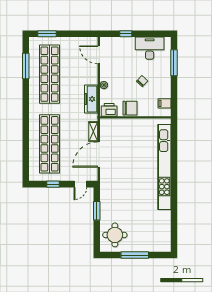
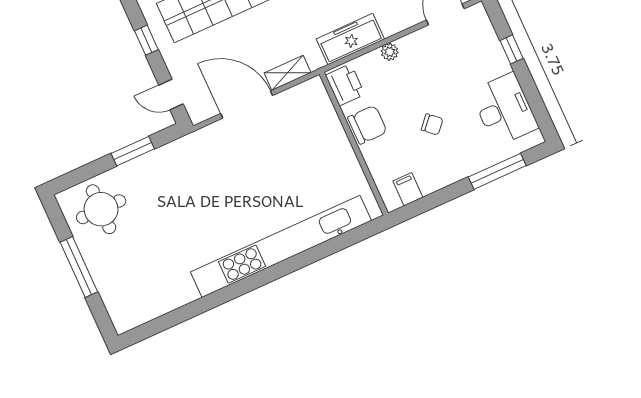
chair: (130, 108) -> (367, 125), turned -90

